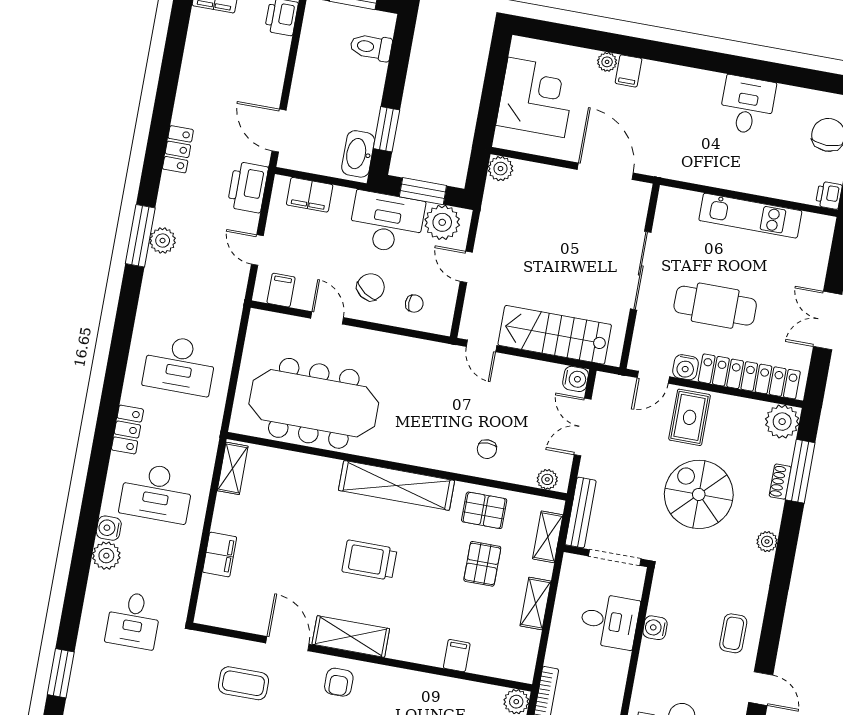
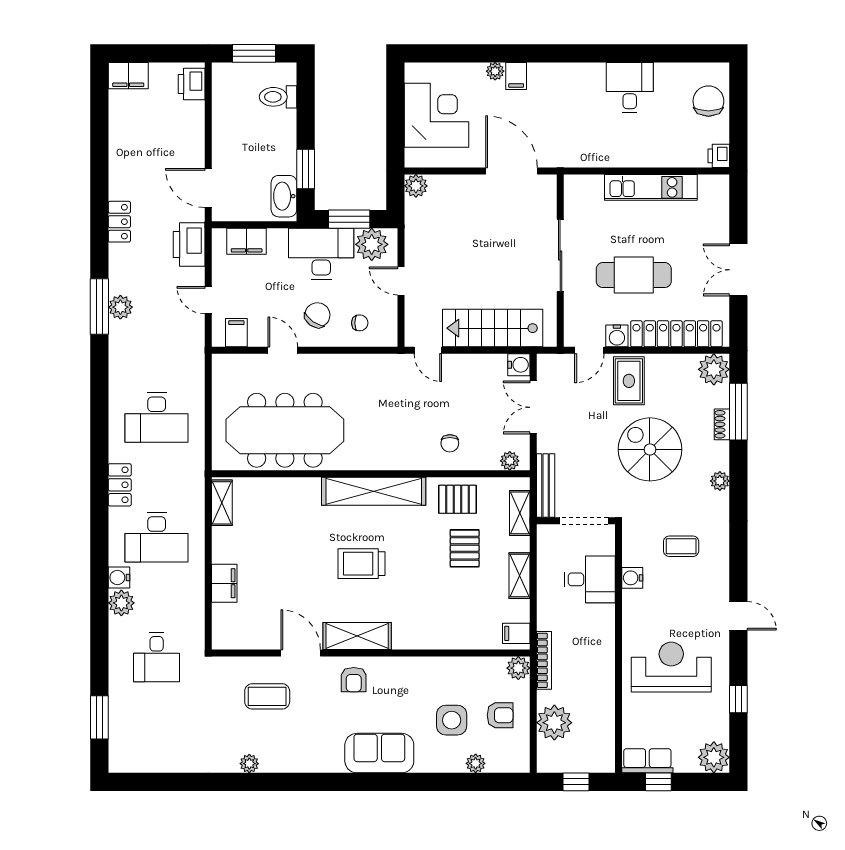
coffee table: (733, 633) -> (681, 546), moved, turned 90
filing cabinet: (457, 656) -> (516, 633), moved, turned -90

